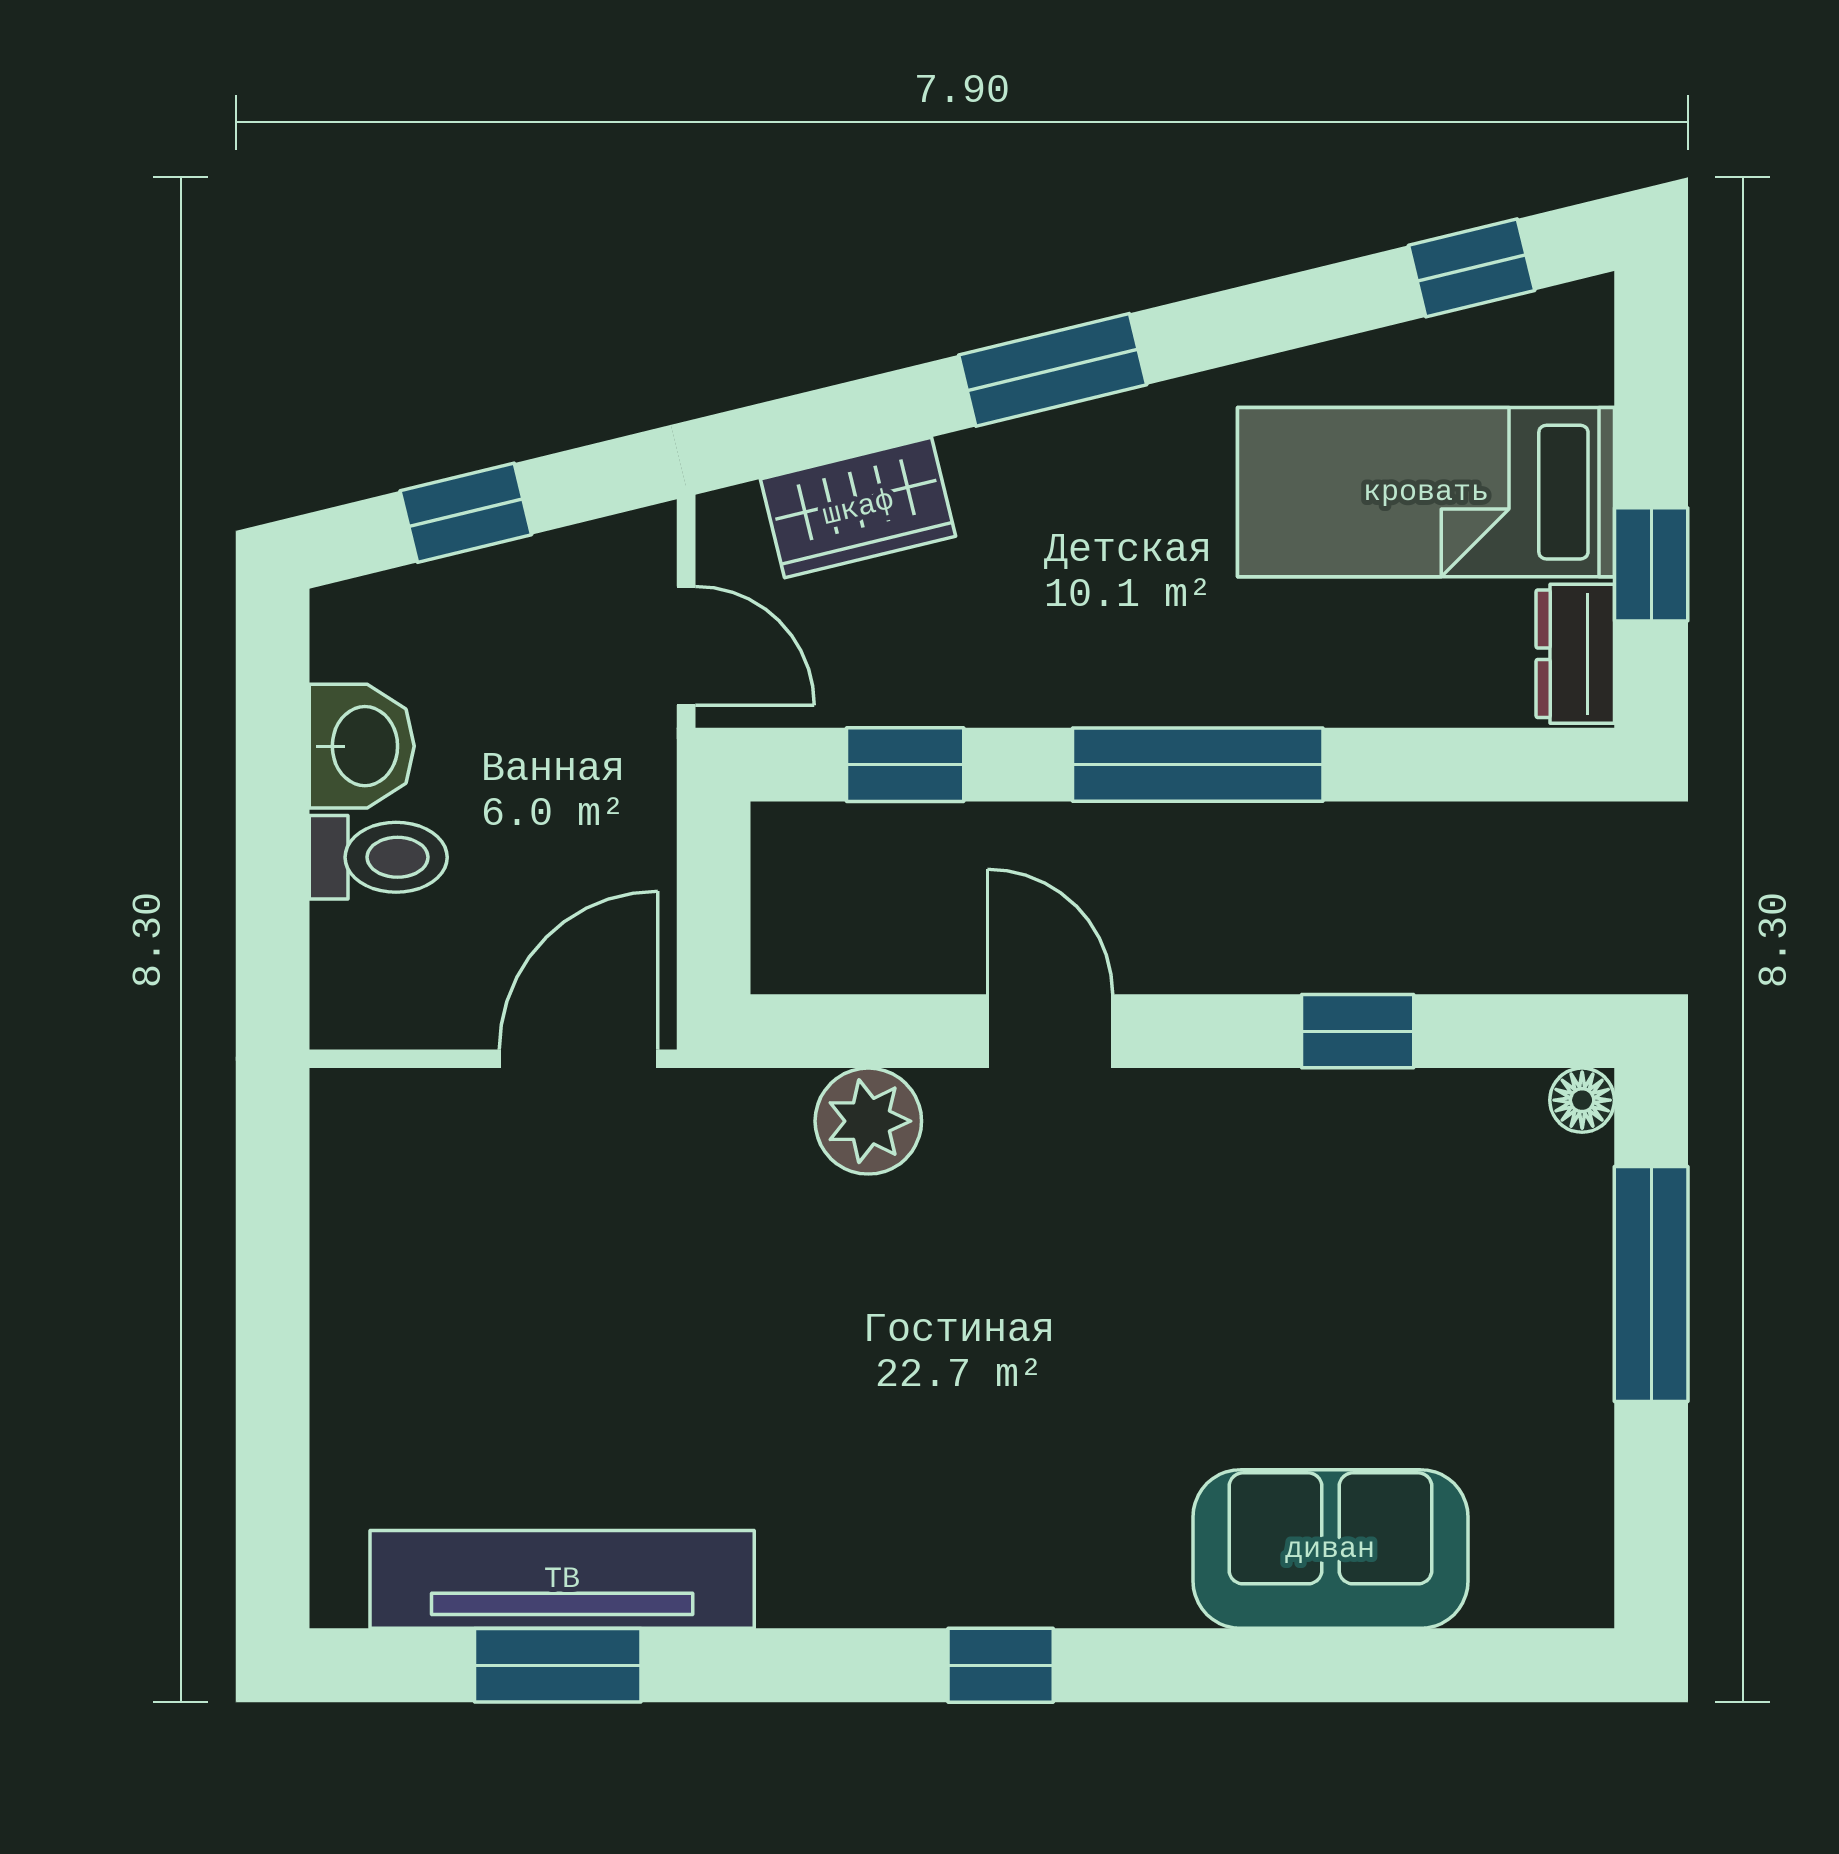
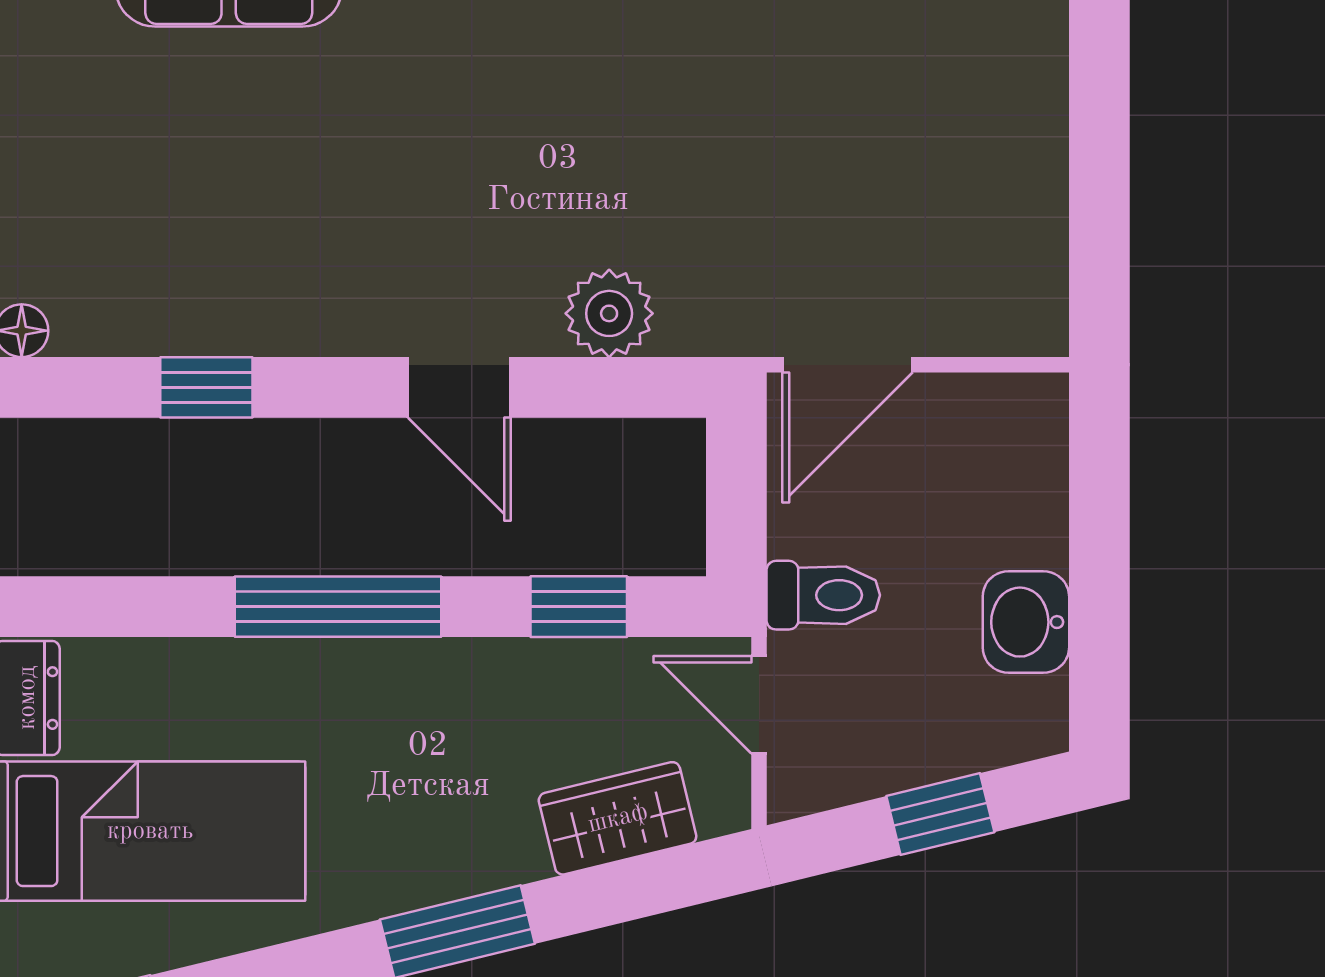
toilet: (378, 857) -> (823, 595), moved, turned 180

